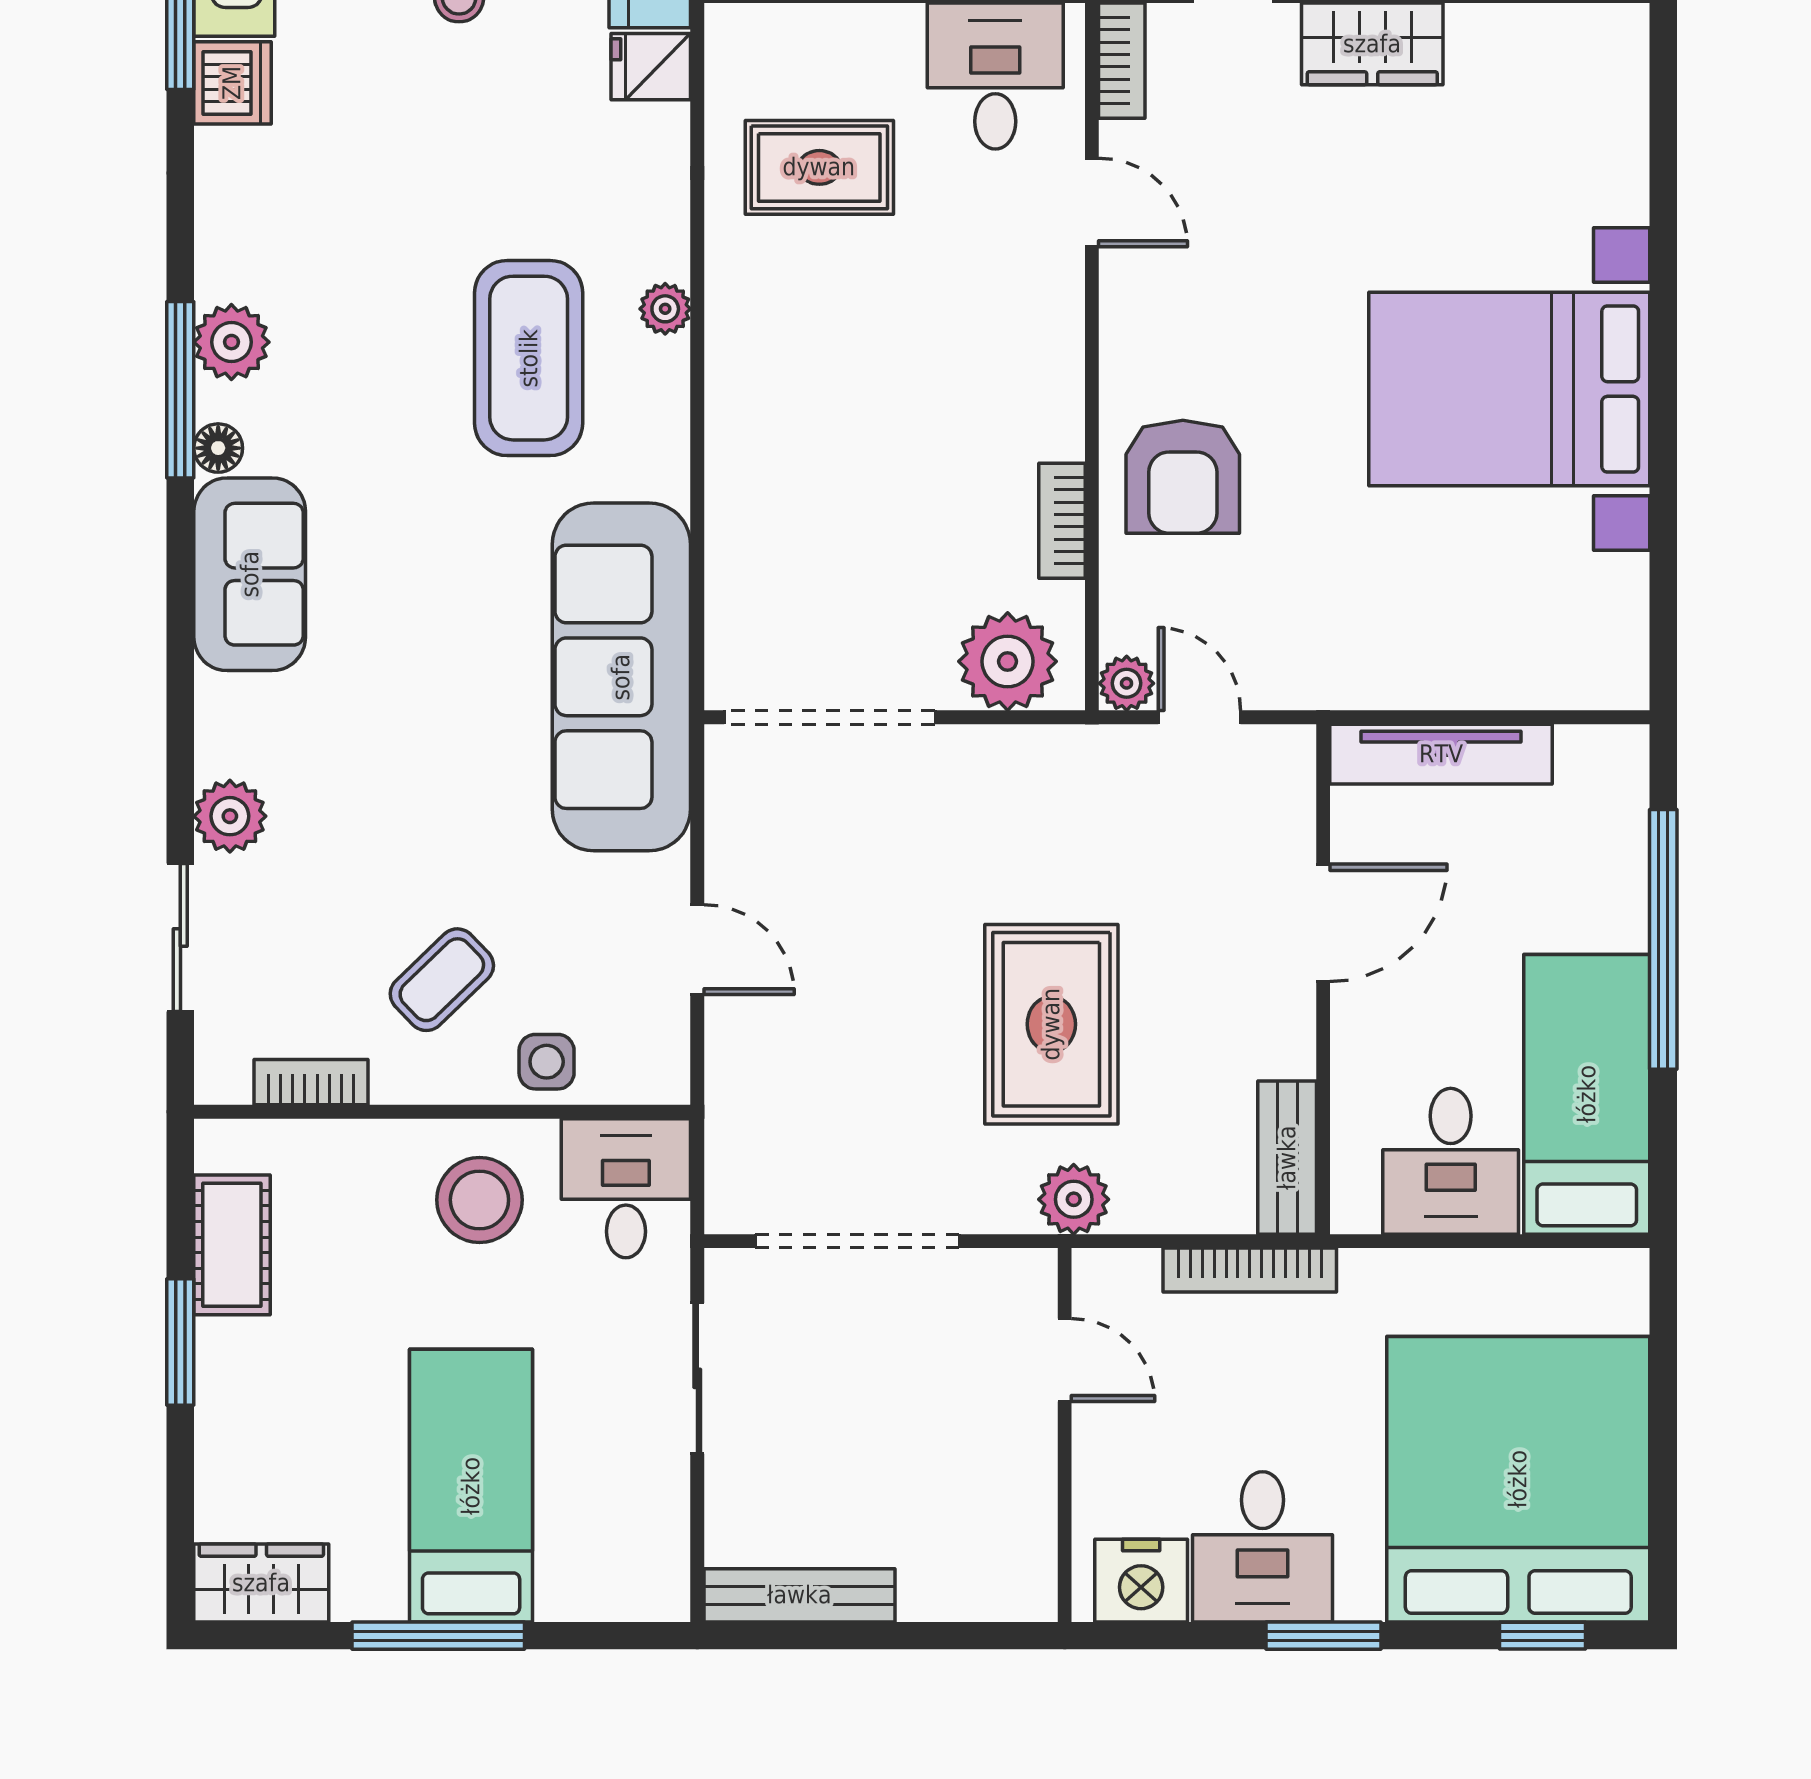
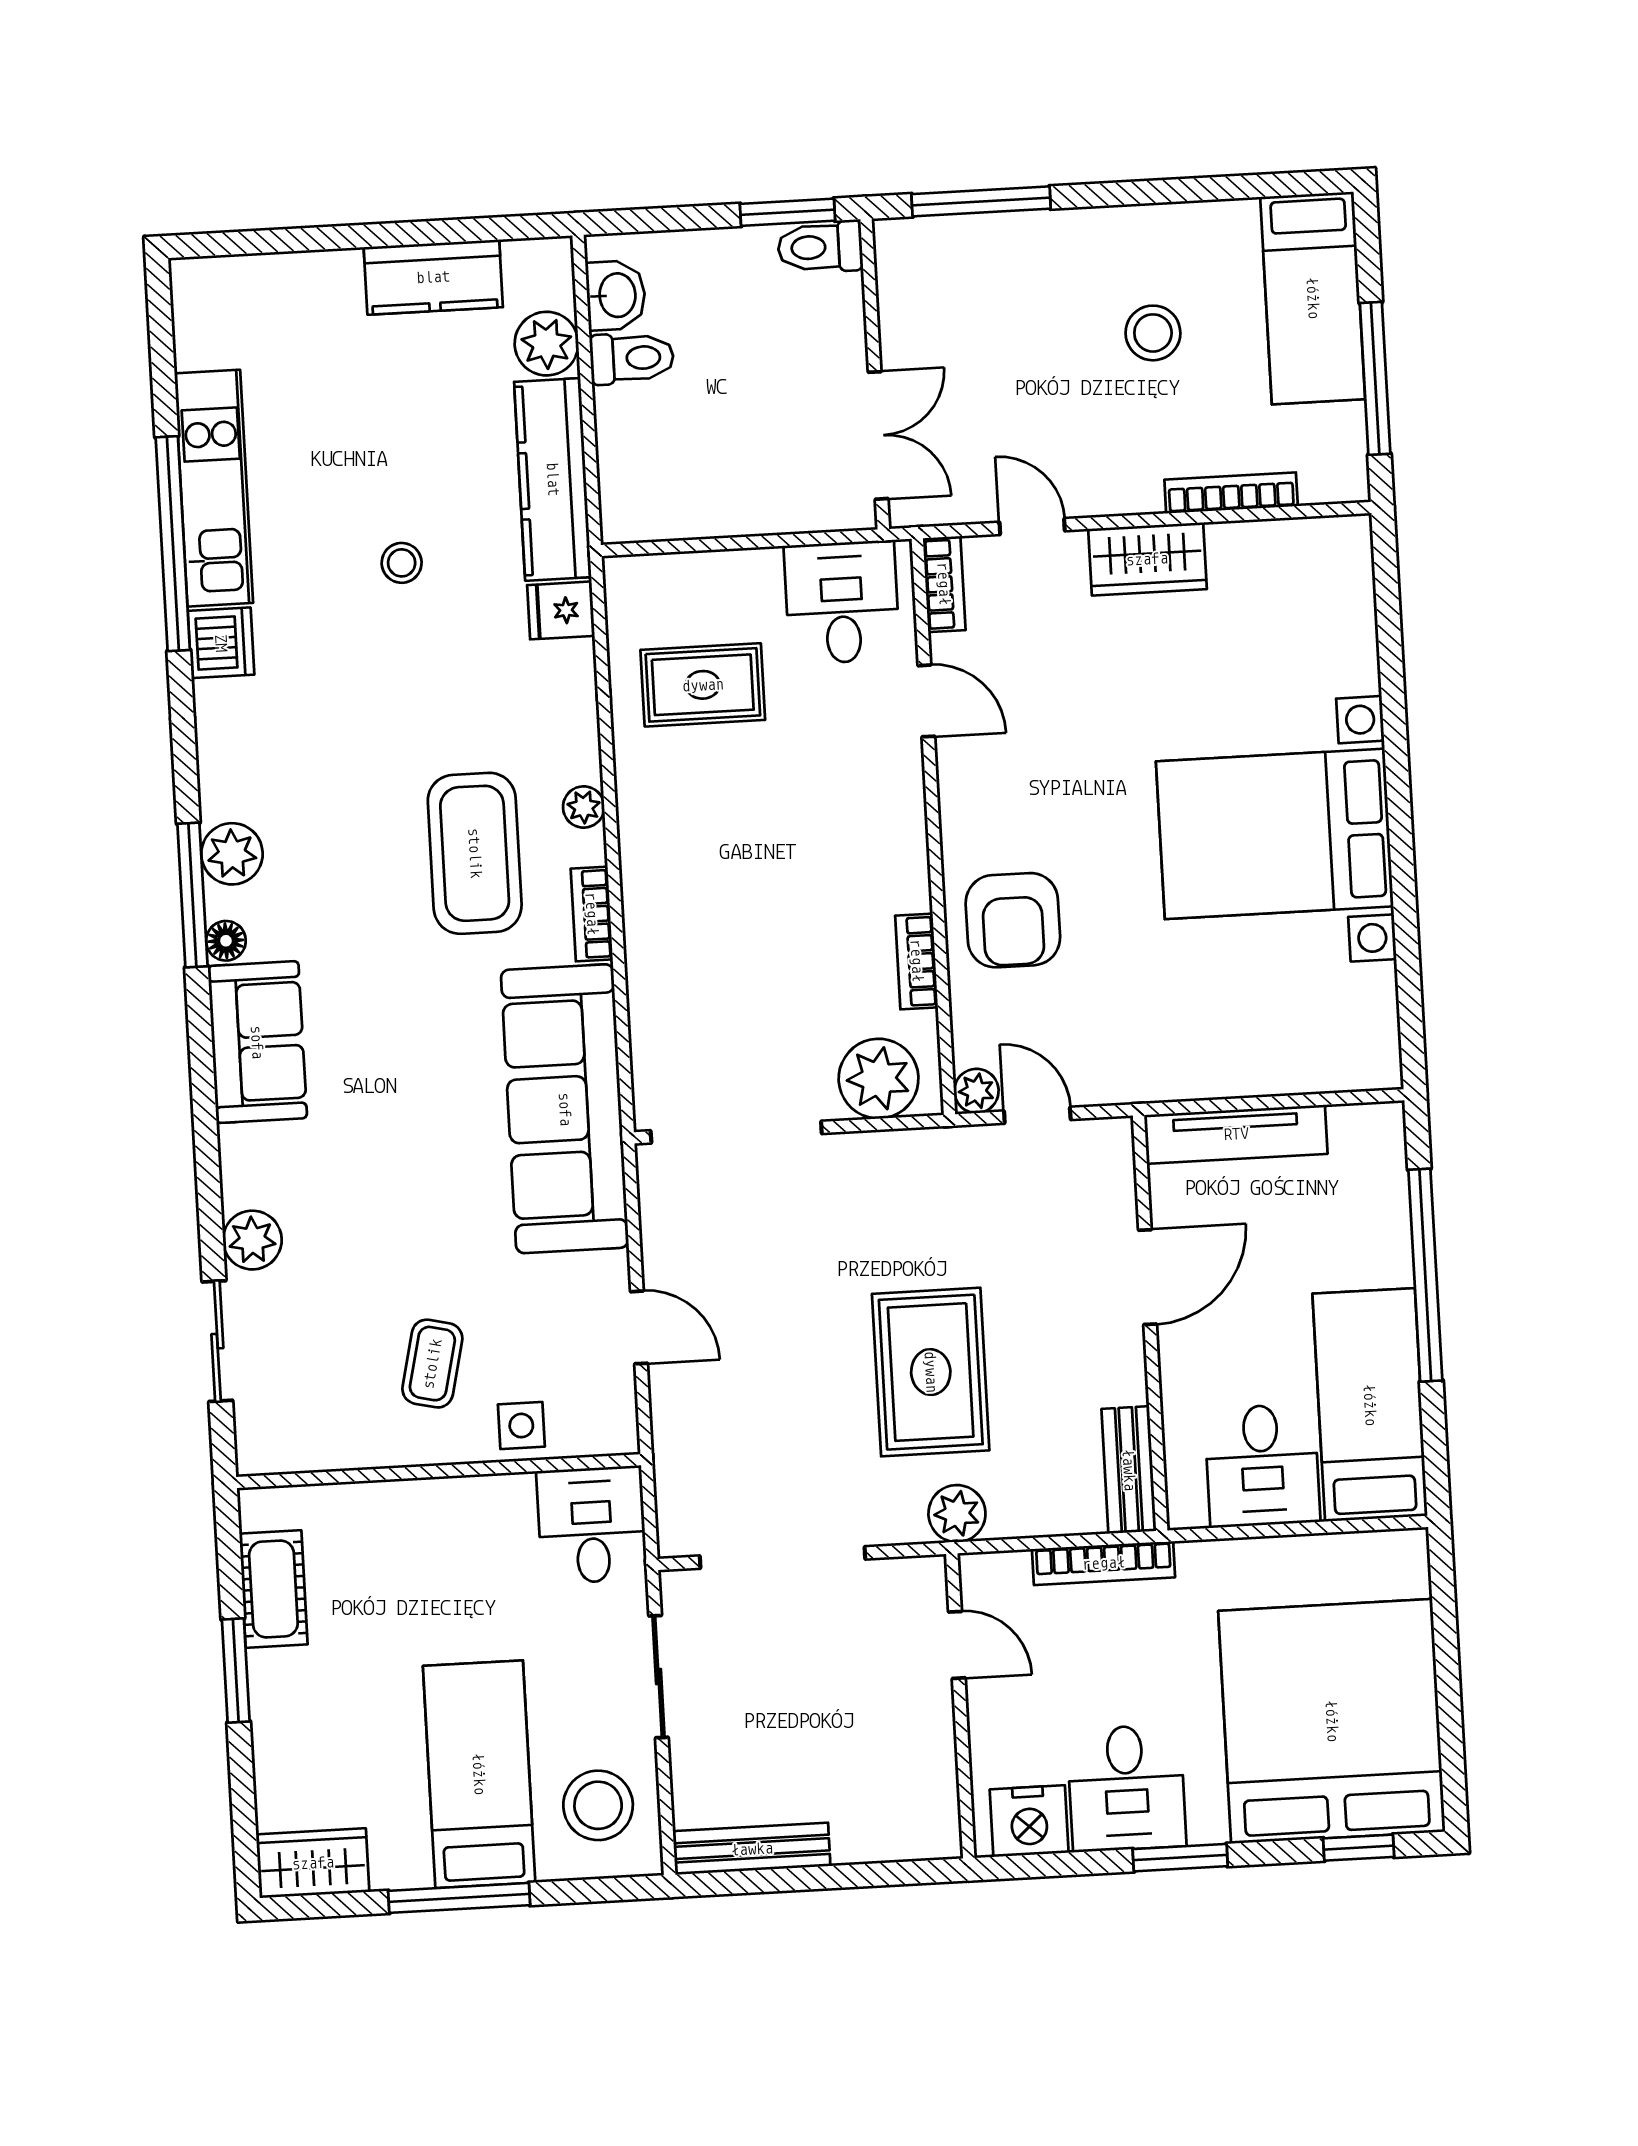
coffee table: (442, 980) -> (432, 1364), turned -33
bookcase: (311, 1082) -> (592, 914), moved, turned -90
stool: (479, 1200) -> (598, 1805), moved

